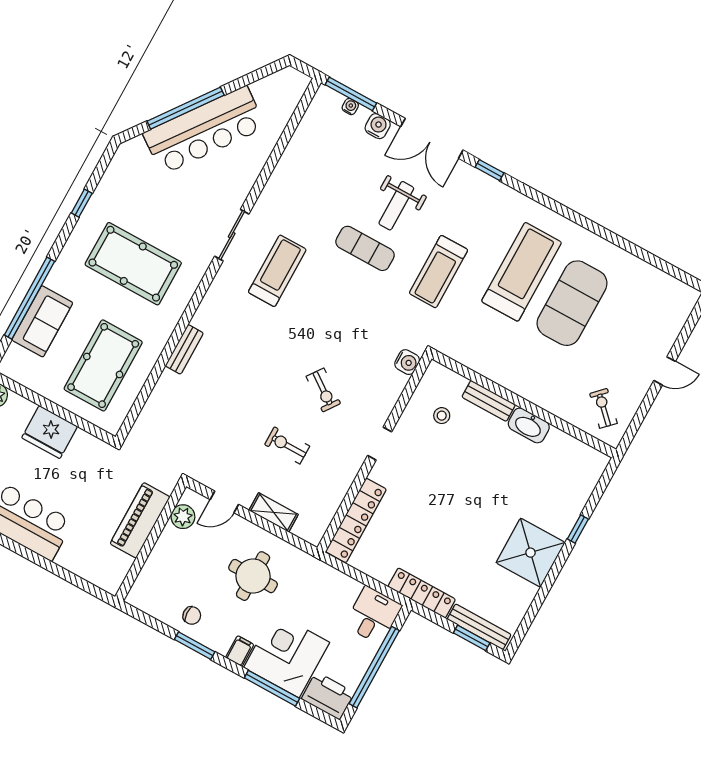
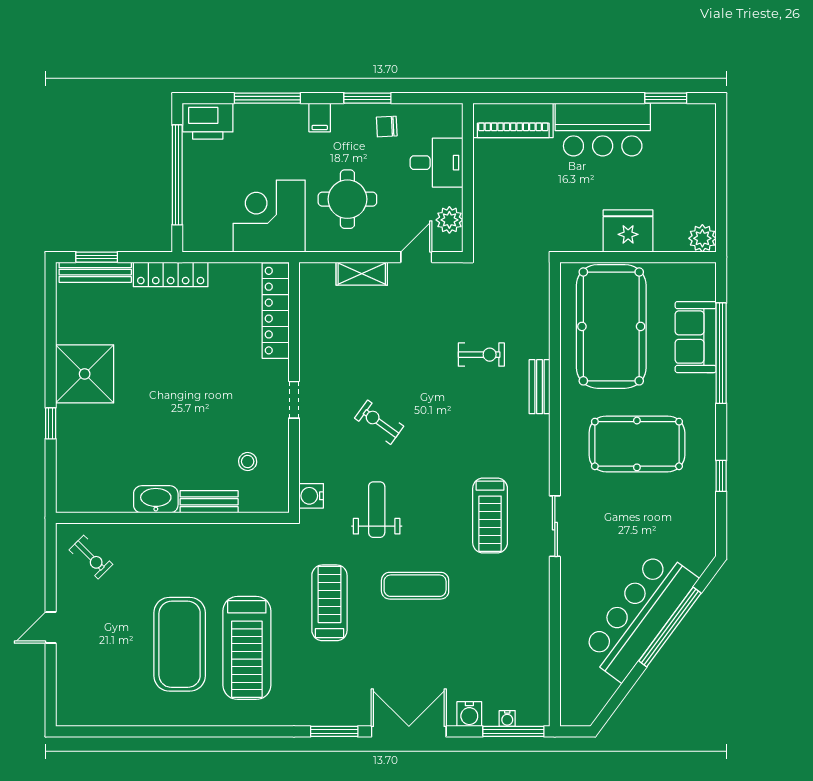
window: (490, 170) -> (334, 731), width x1.50
weight bench: (396, 206) -> (377, 510), moved
pool table: (103, 365) -> (611, 326), width x1.36, depth x1.32
exercise bike: (287, 445) -> (481, 355), moved
piano: (140, 520) -> (513, 120), moved, turned 90
desk: (373, 615) -> (437, 163), moved, turned -90
corner desk: (287, 655) -> (269, 216), moved, turned 180

